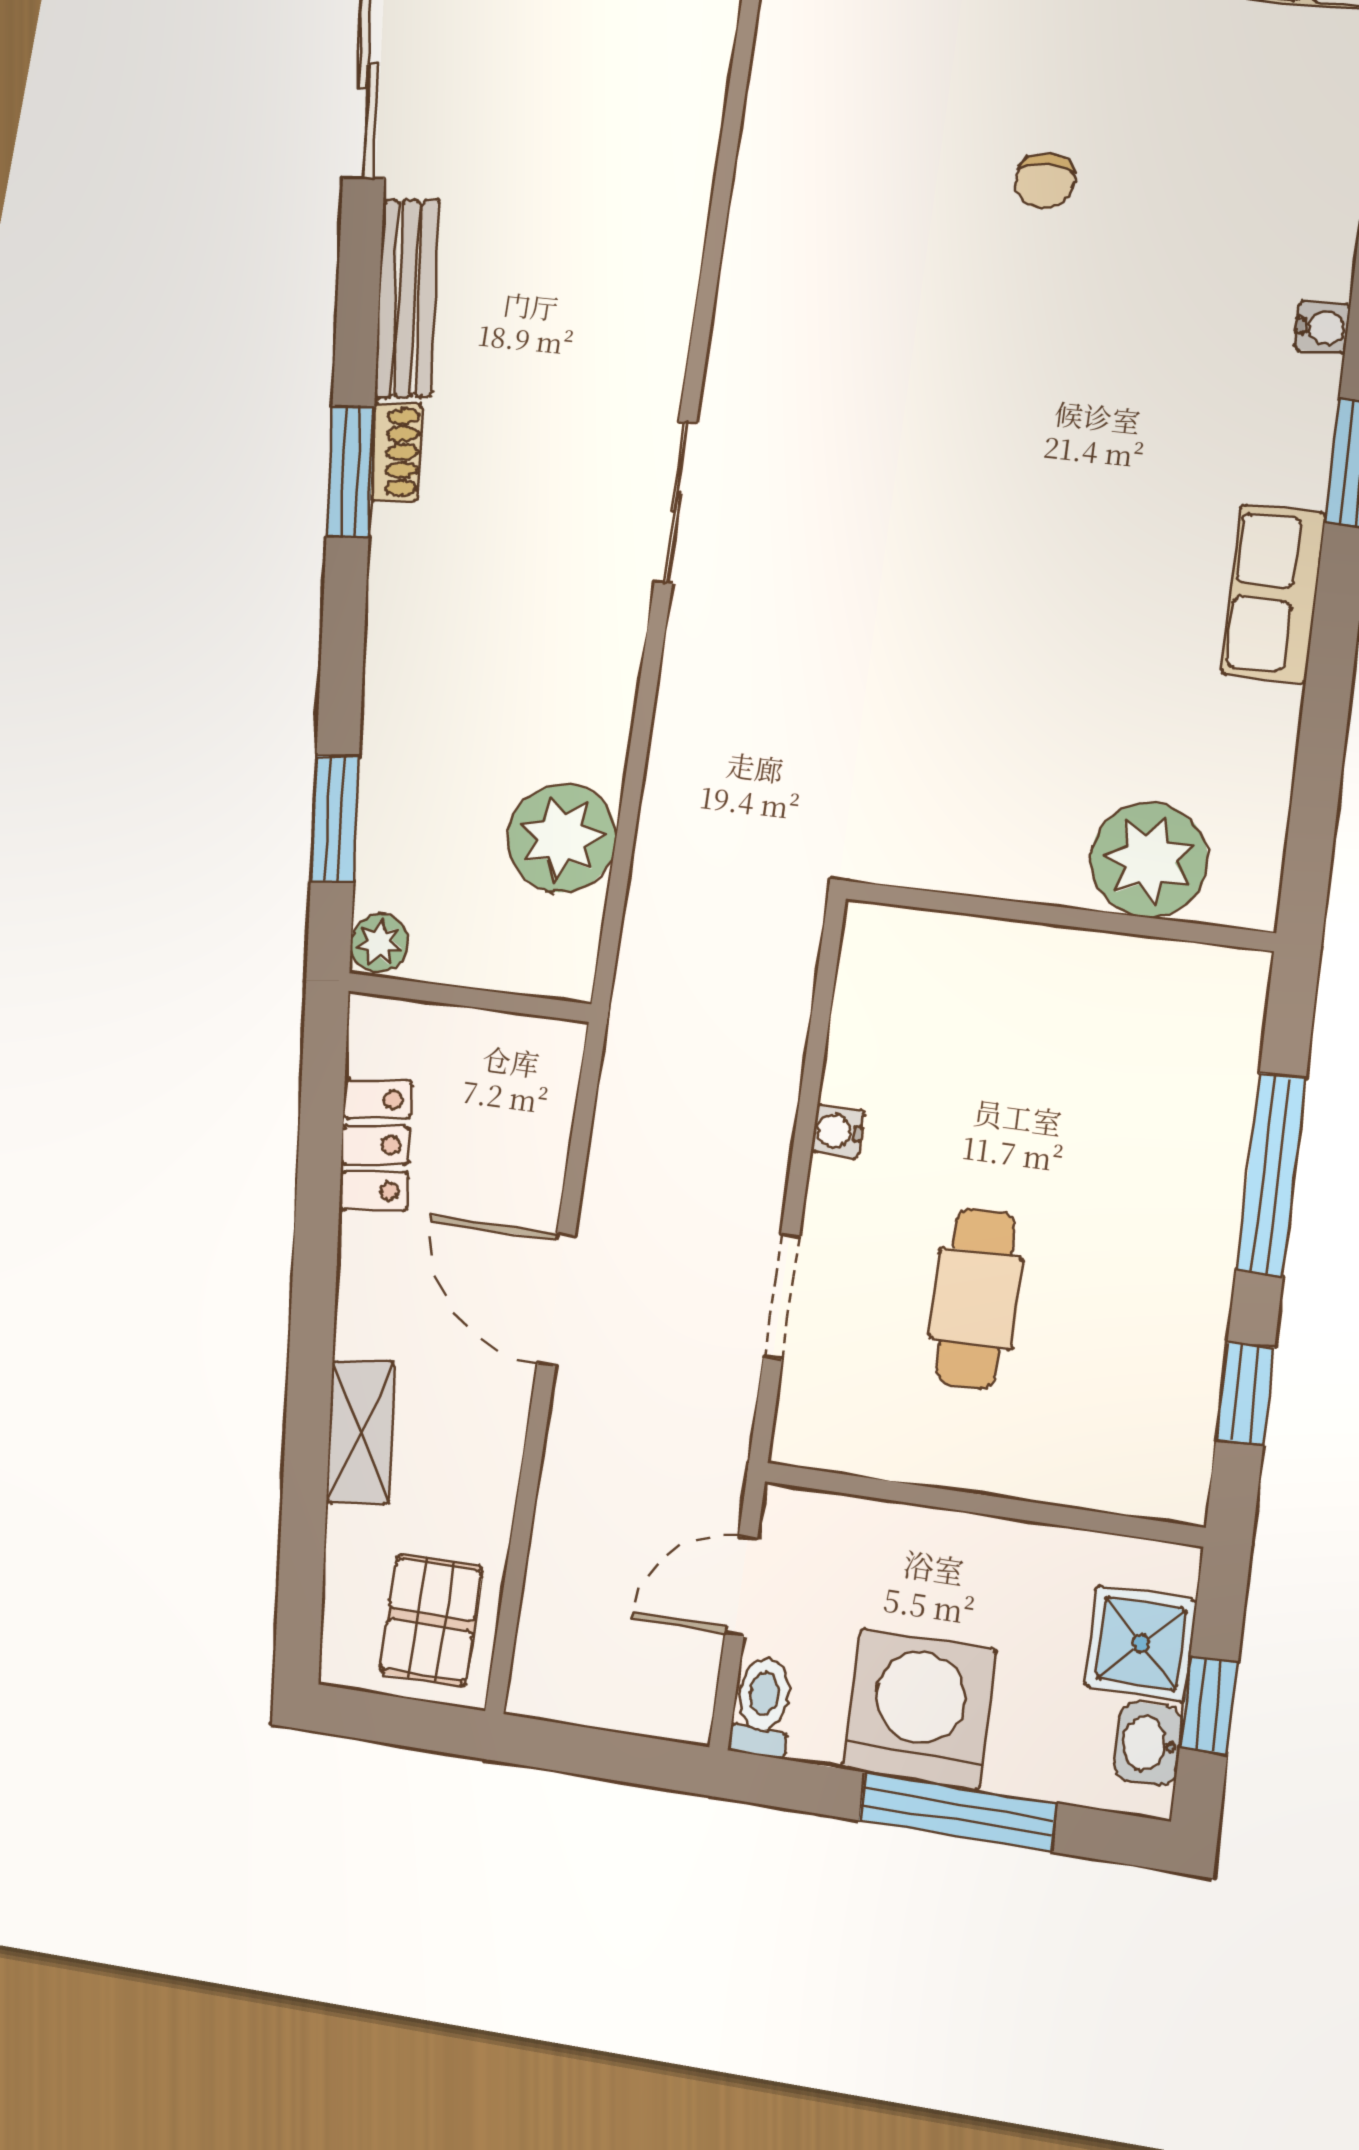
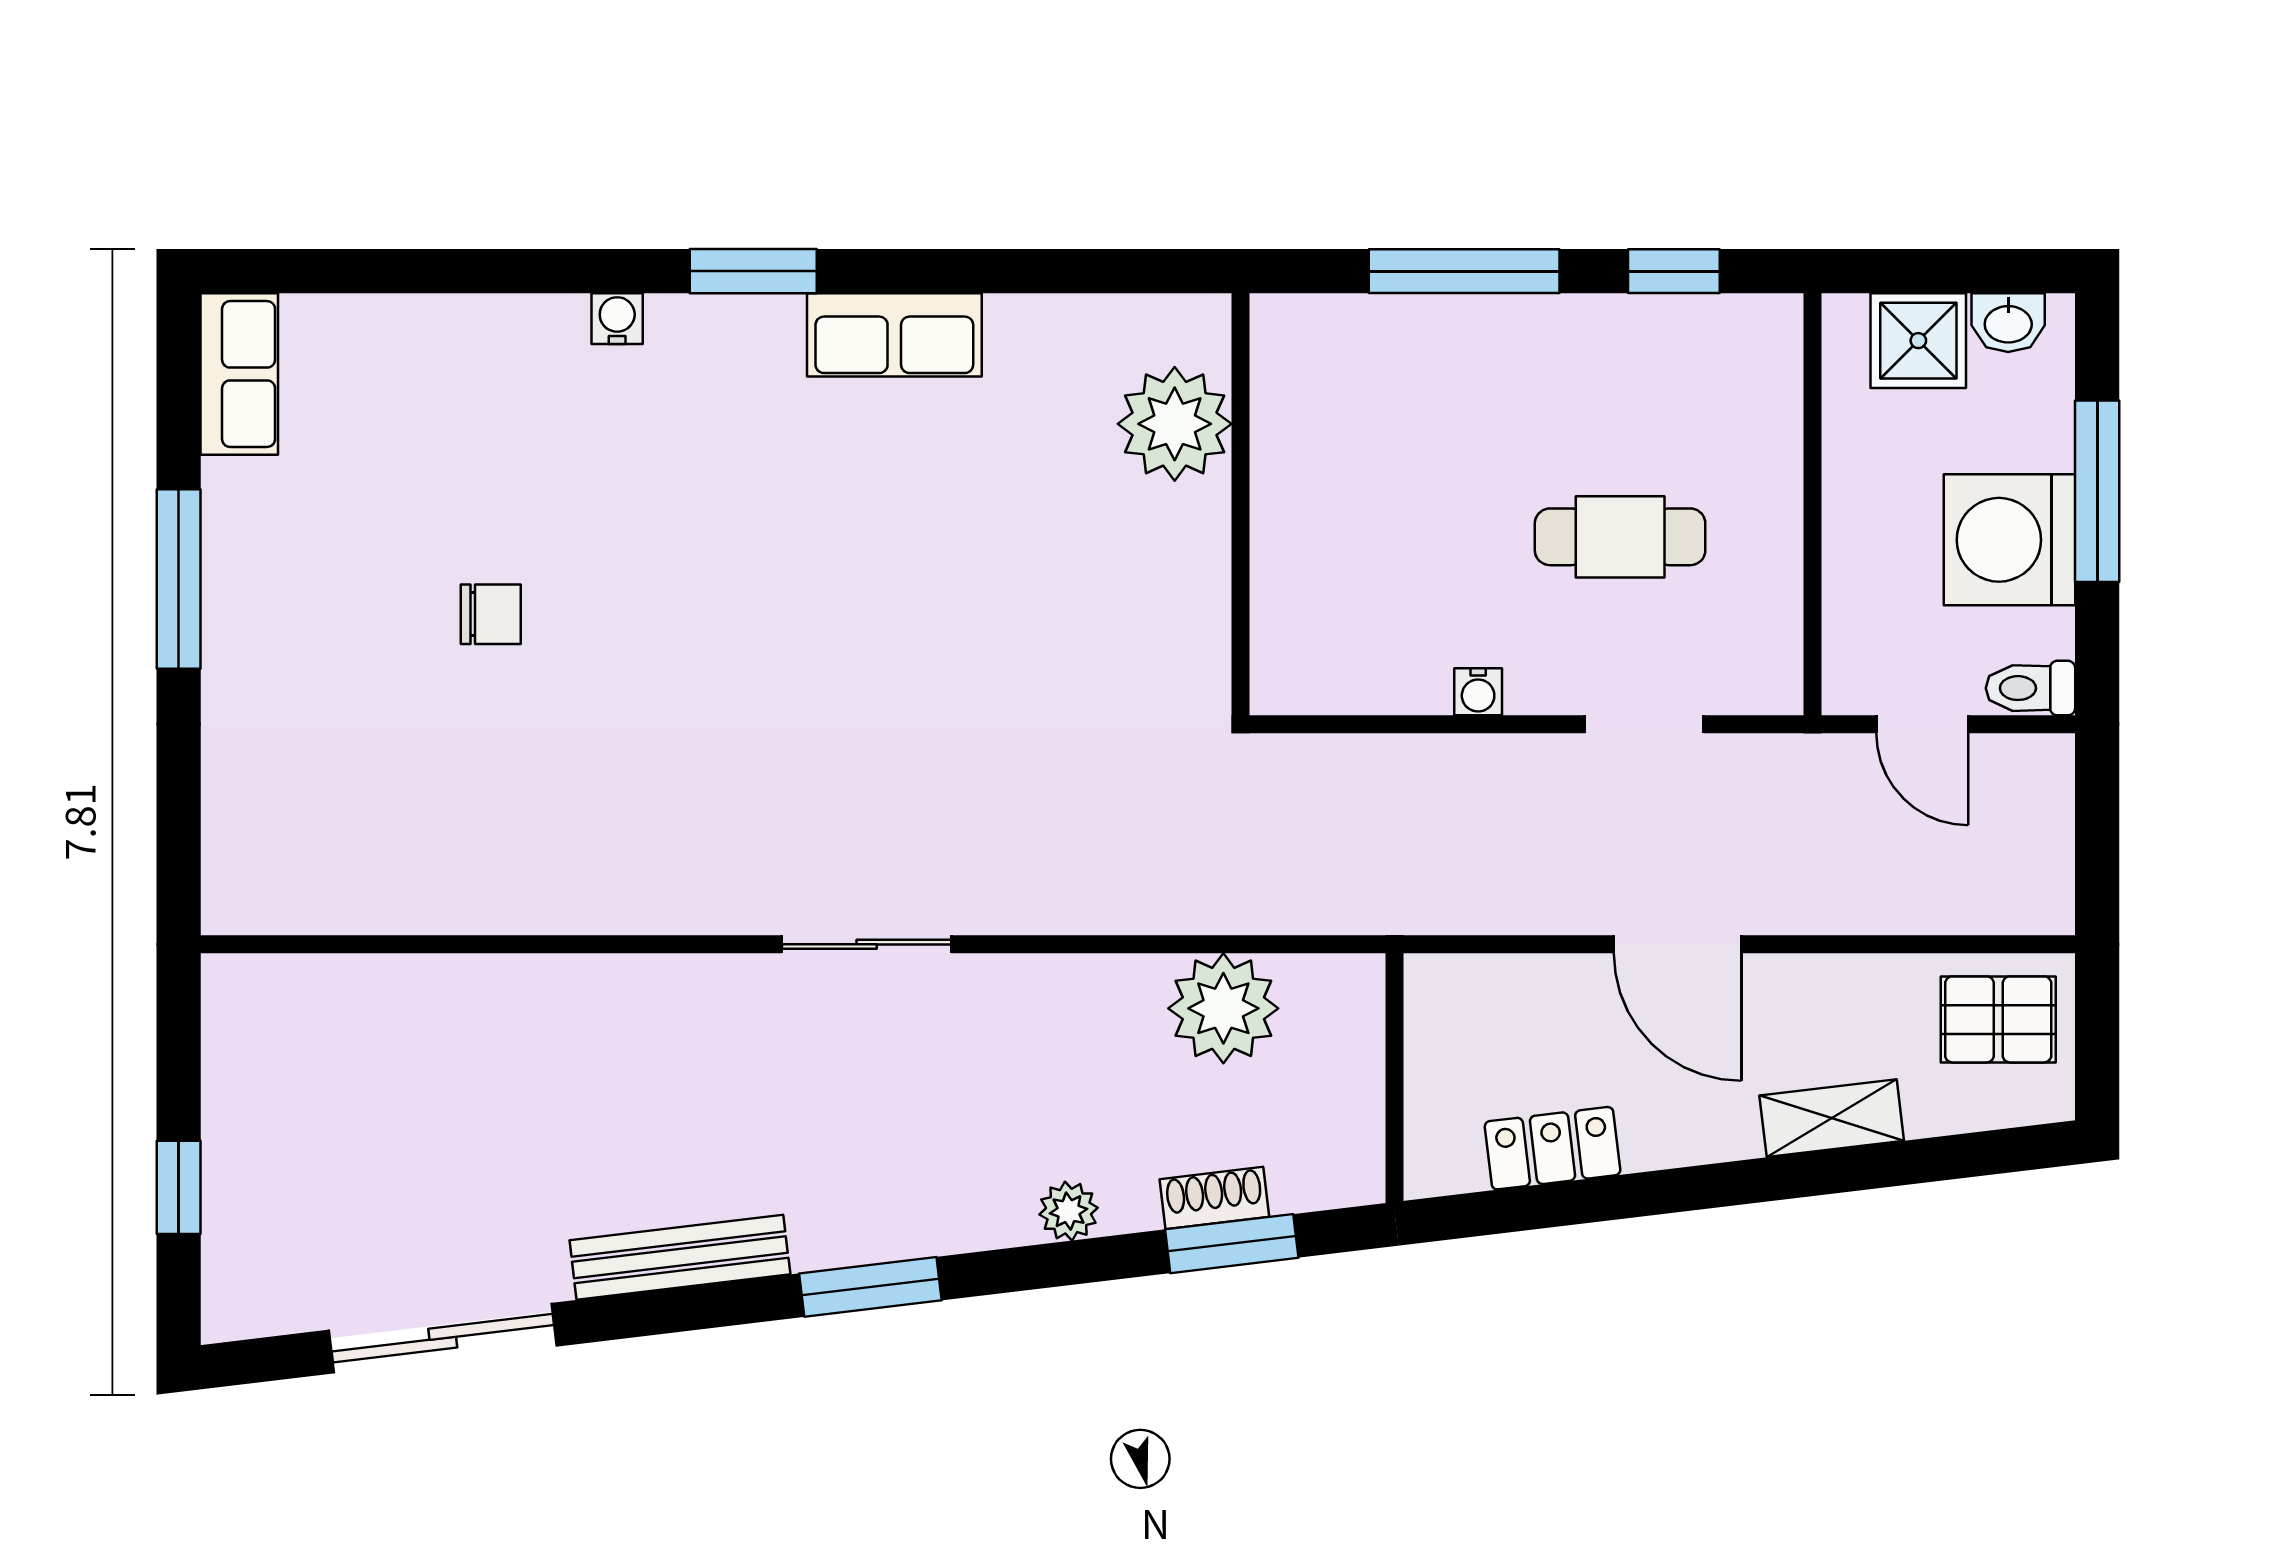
shoe rack: (396, 452) -> (1214, 1198), moved
plant: (379, 943) -> (1068, 1211), moved
door: (556, 1299) -> (1677, 944), hinge flipped
window: (1209, 1705) -> (1965, 271), removed

